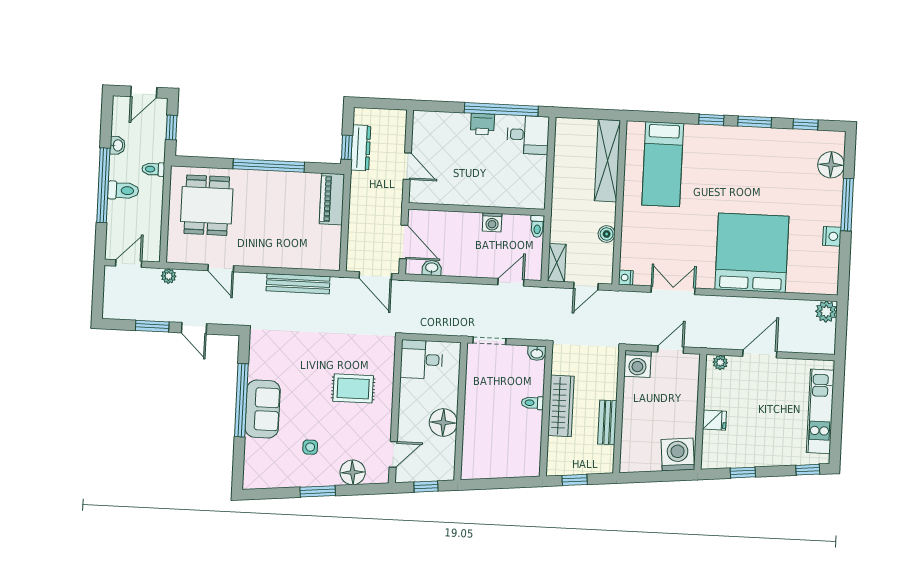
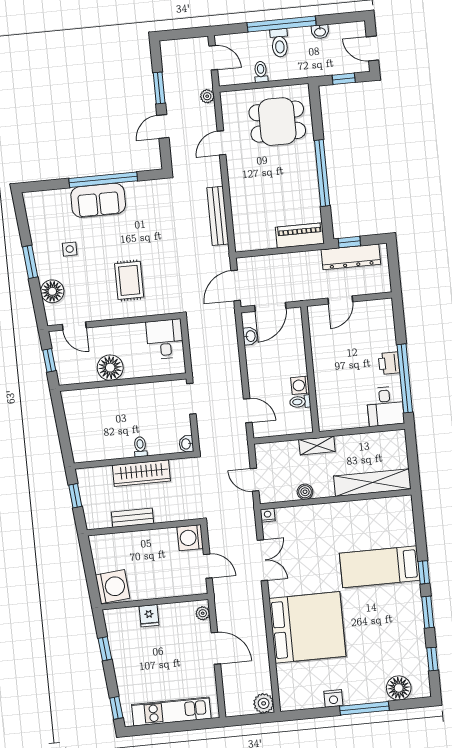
dresser: (361, 148) -> (351, 257), width x1.37, depth x1.24
bed: (663, 164) -> (380, 567), moved
toilet: (153, 169) -> (261, 72), moved
toilet: (537, 226) -> (300, 402), moved
shelving: (557, 263) -> (317, 446), moved

